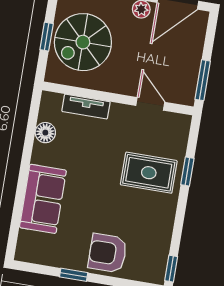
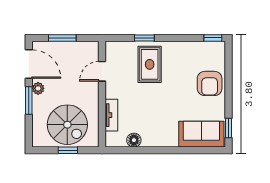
window: (203, 80) -> (62, 38), moved
sofa: (43, 199) -> (201, 134), moved
window: (74, 275) -> (228, 128), moved

